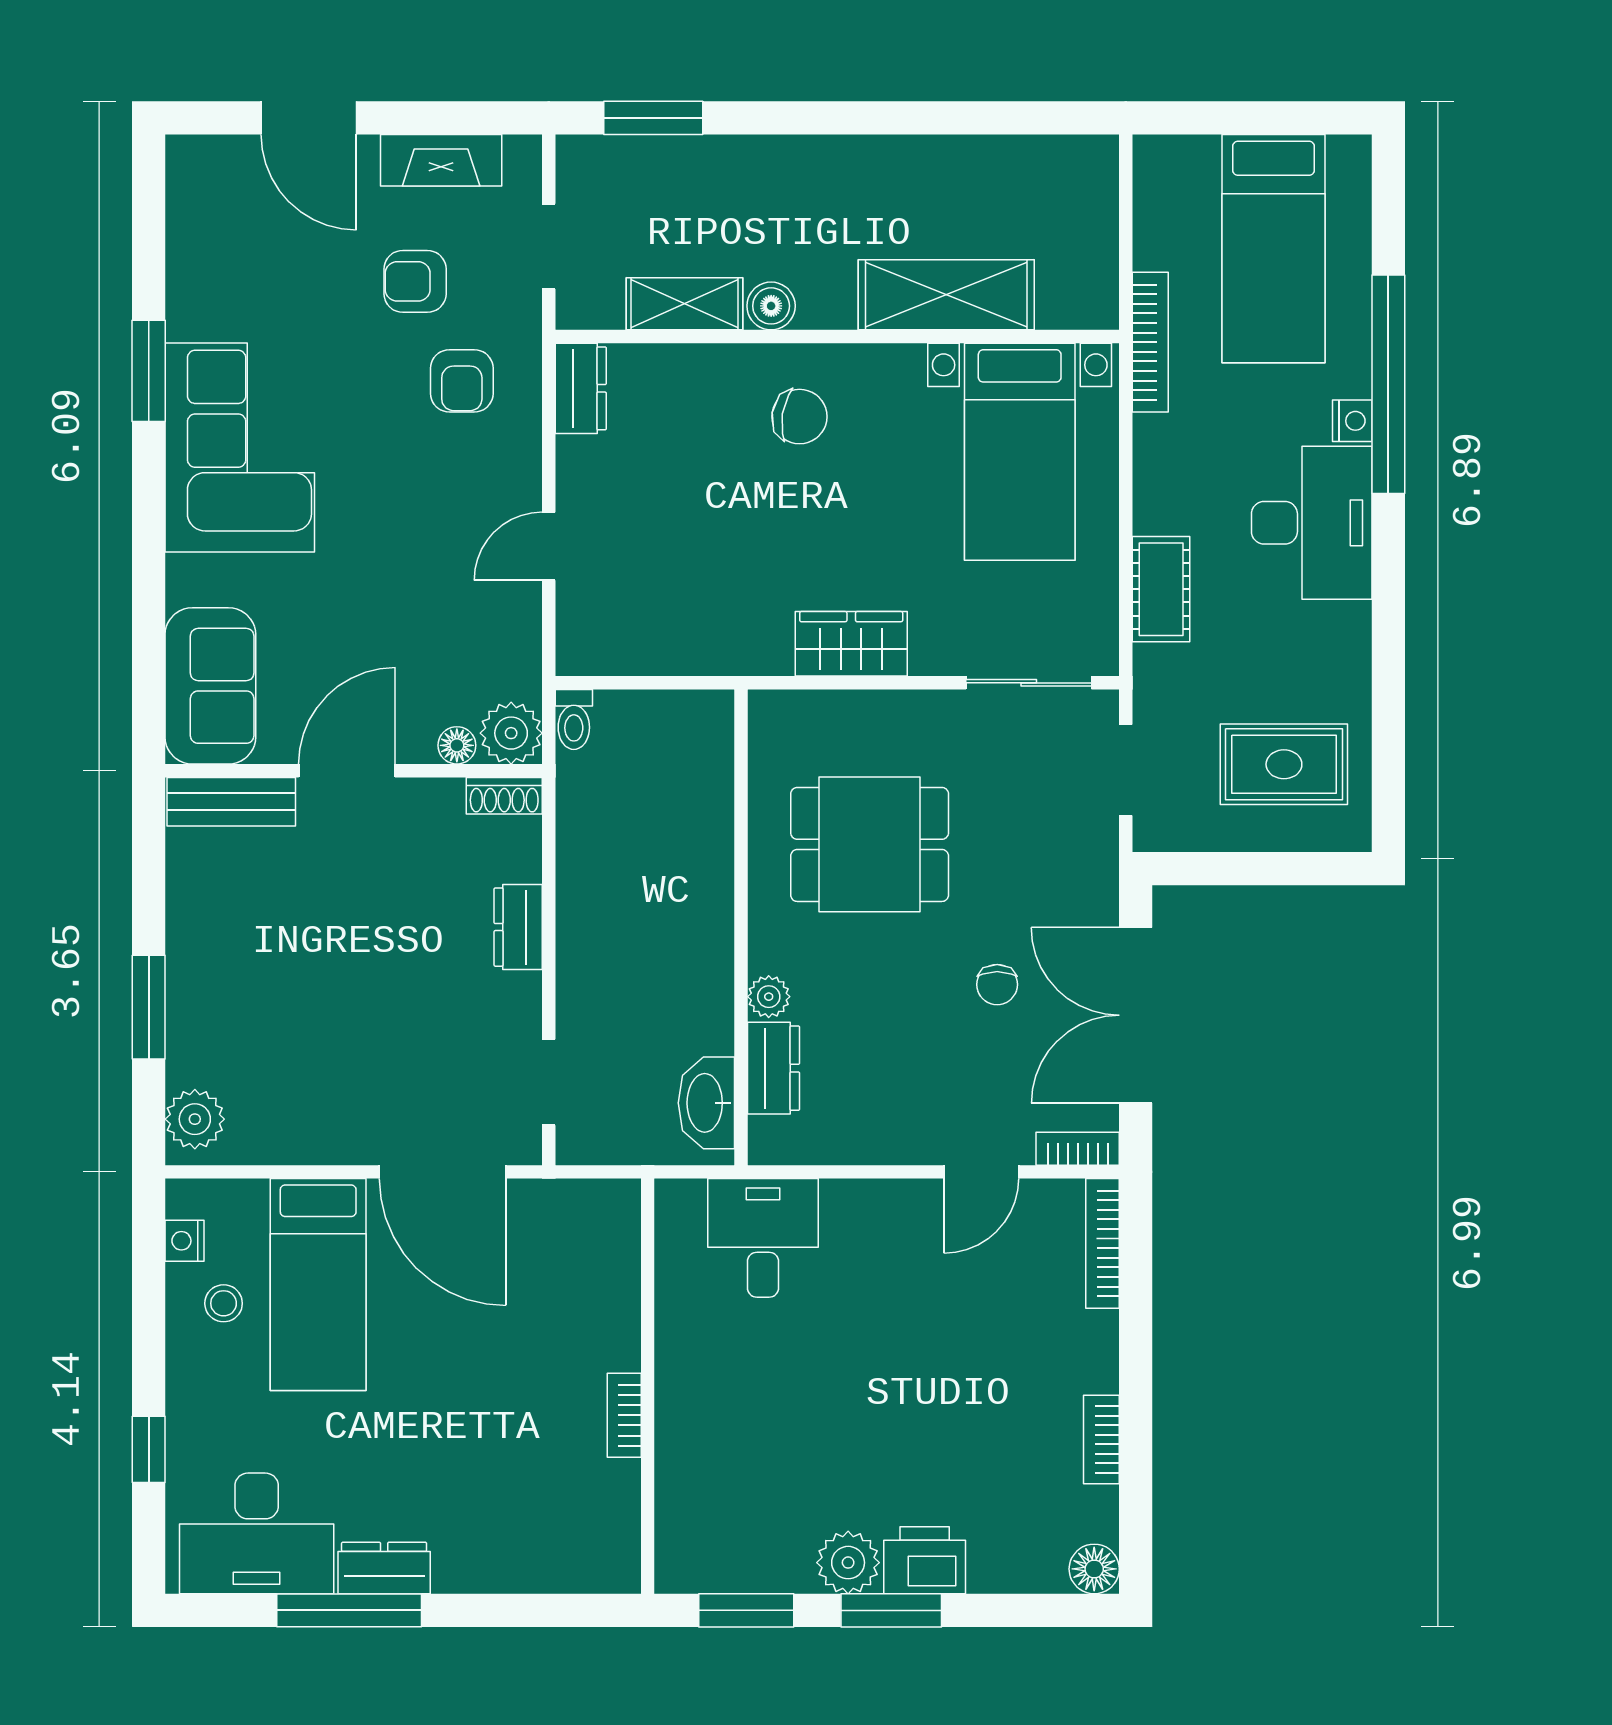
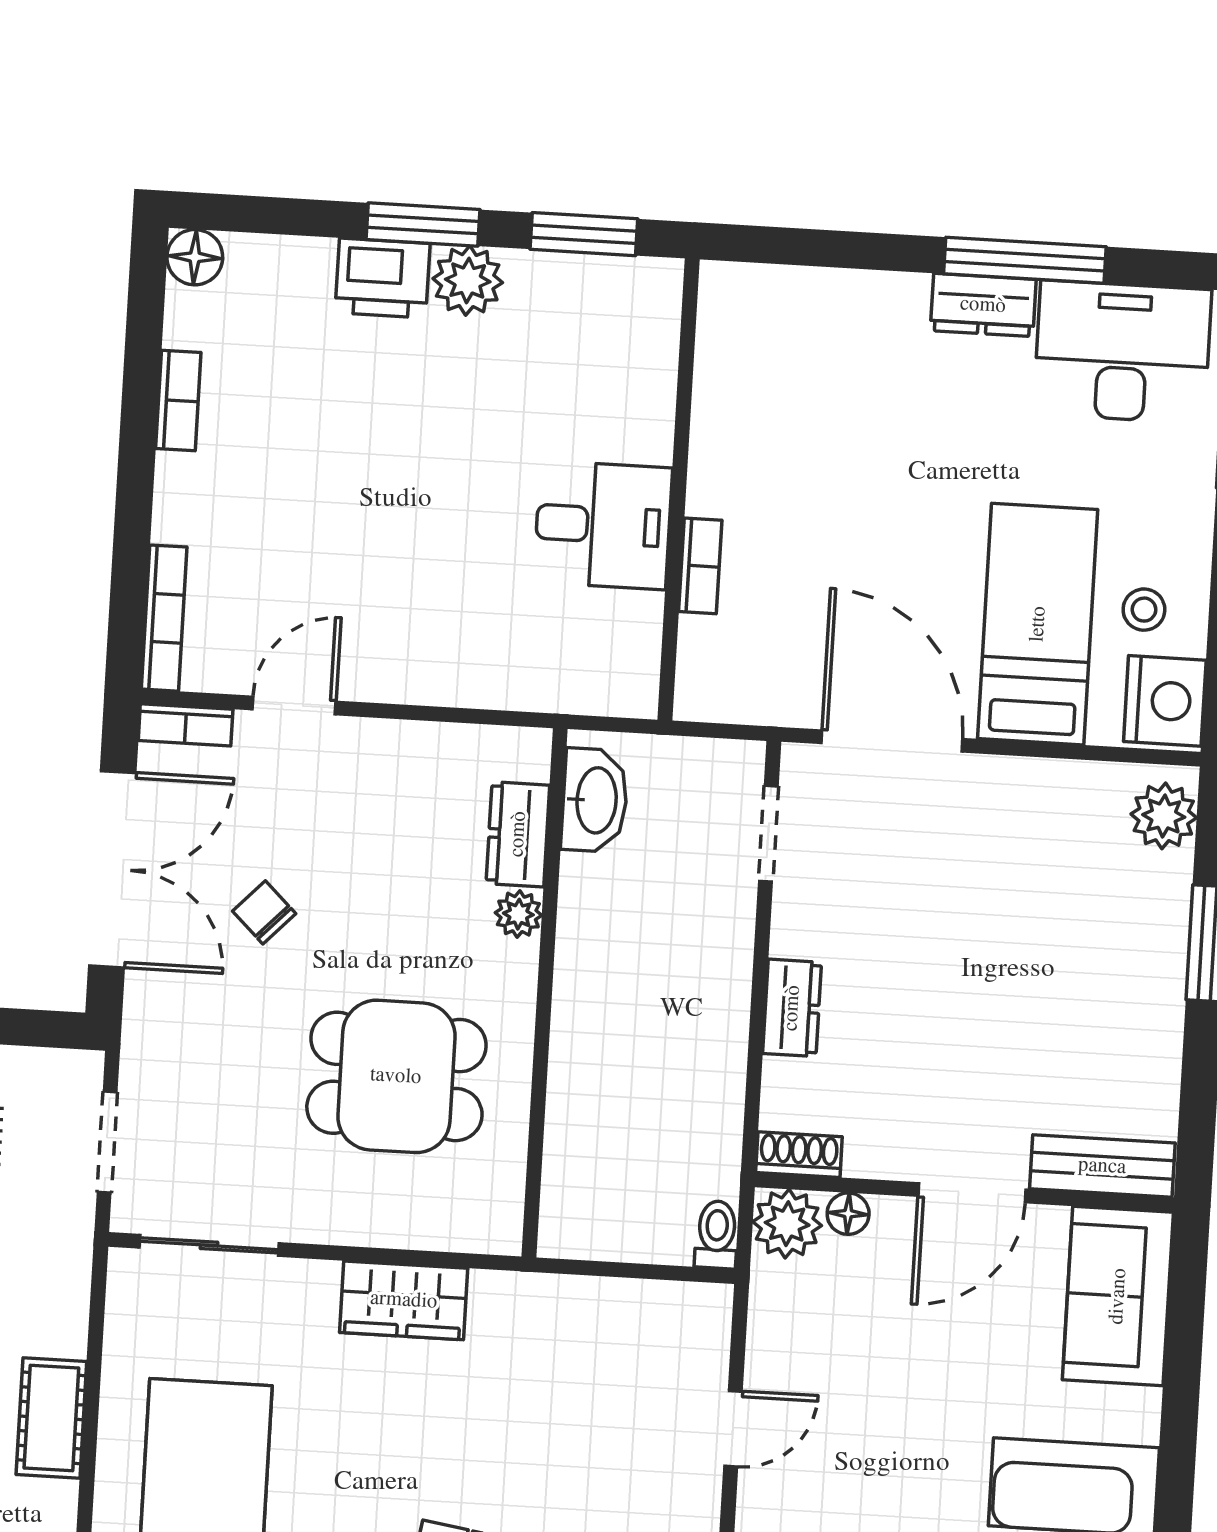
cot: (1161, 589) -> (51, 1418), moved
chair: (997, 985) -> (264, 912), turned -46
desk: (763, 1238) -> (603, 525), moved, turned -90
nightstand: (185, 1241) -> (1165, 701), width x1.89, depth x1.79
bookcase: (624, 1415) -> (700, 566), moved

